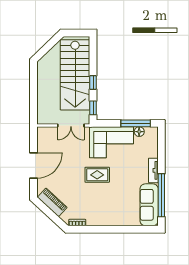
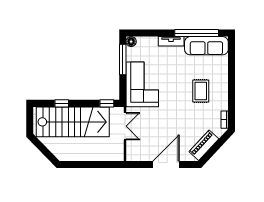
window: (93, 83) -> (62, 103), moved
floor lamp: (139, 132) -> (131, 42), moved
door: (34, 165) -> (166, 165), hinge flipped
rug: (97, 175) -> (201, 91), moved

